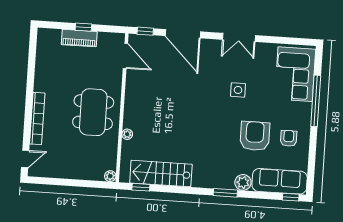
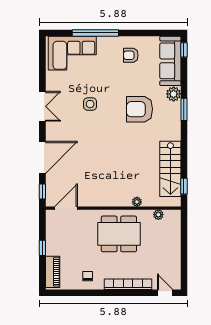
piano: (79, 38) -> (53, 272), moved
chair: (49, 75) -> (88, 276), added
armchair: (255, 136) -> (140, 109), moved
plant: (110, 176) -> (158, 215), moved

